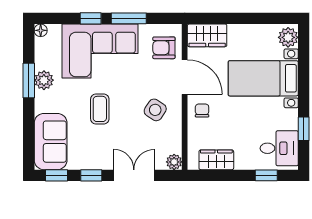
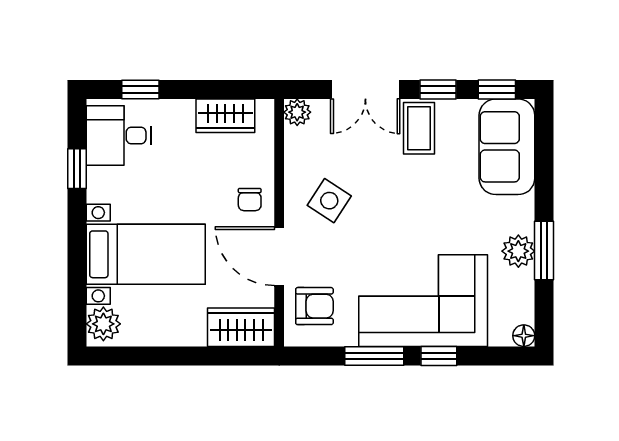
coffee table: (100, 109) -> (419, 128), moved

